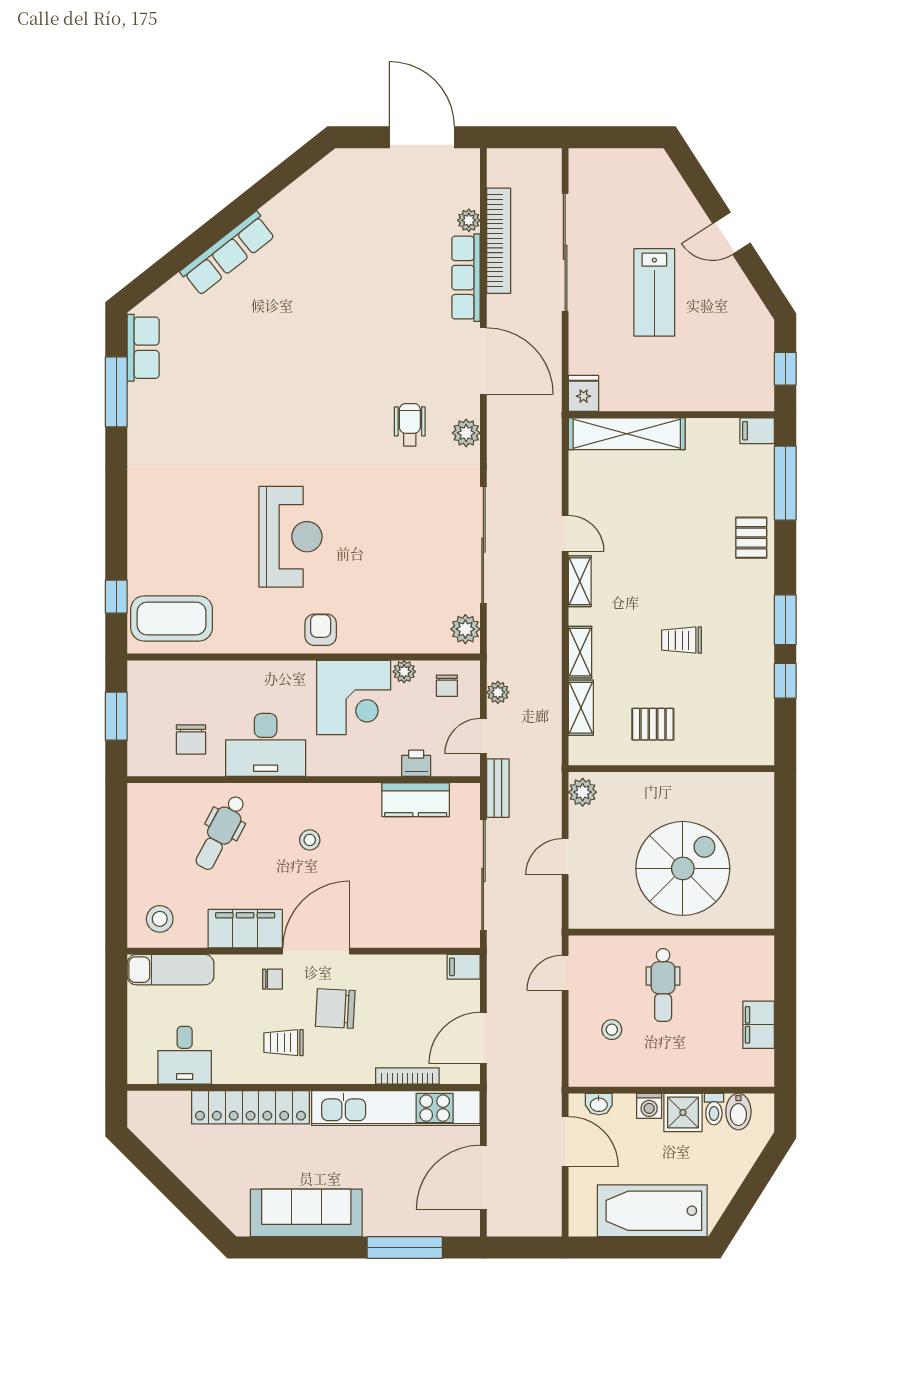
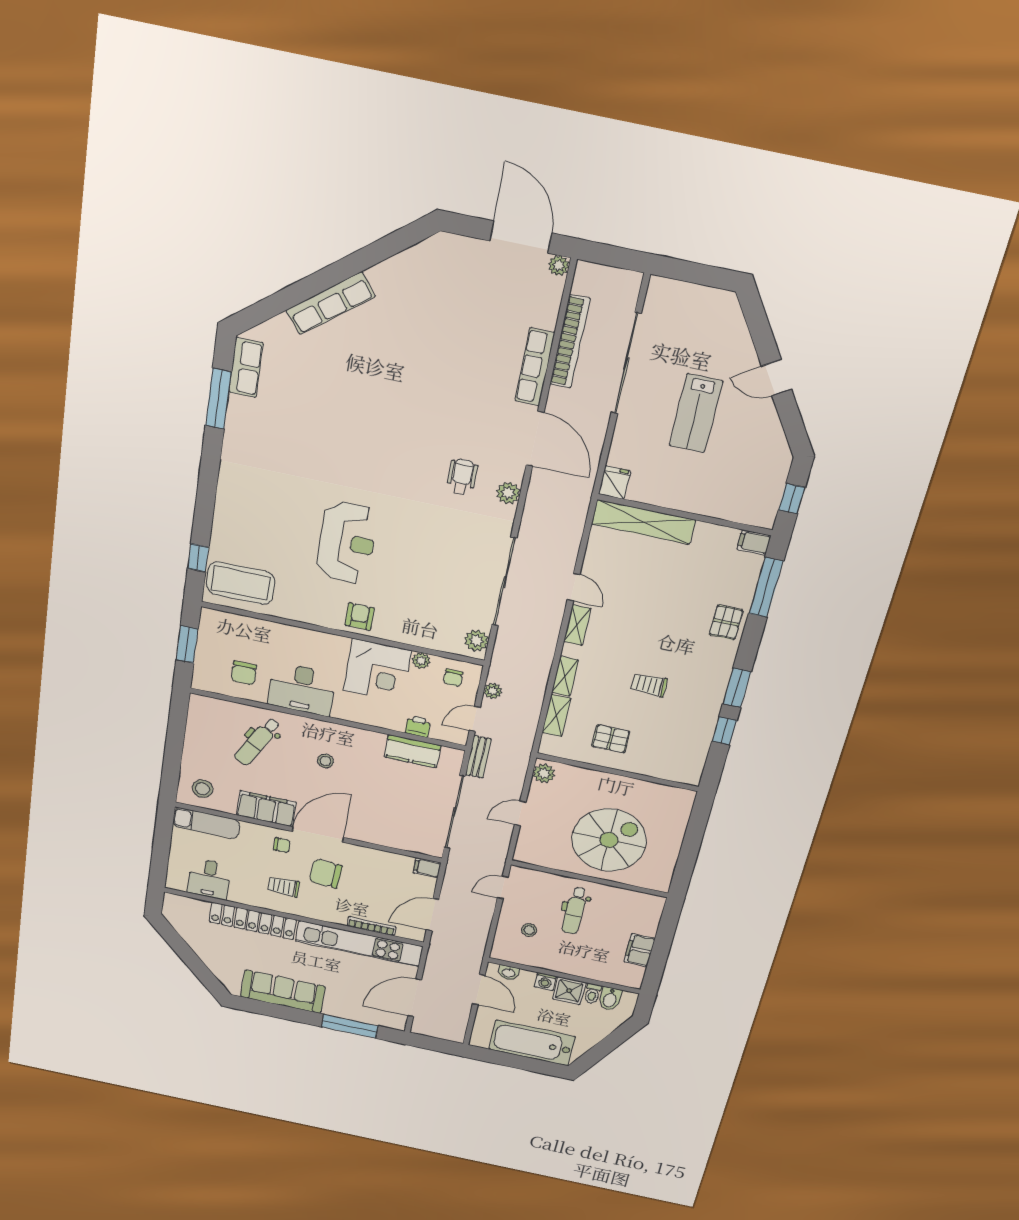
plant: (469, 220) -> (559, 266), moved

